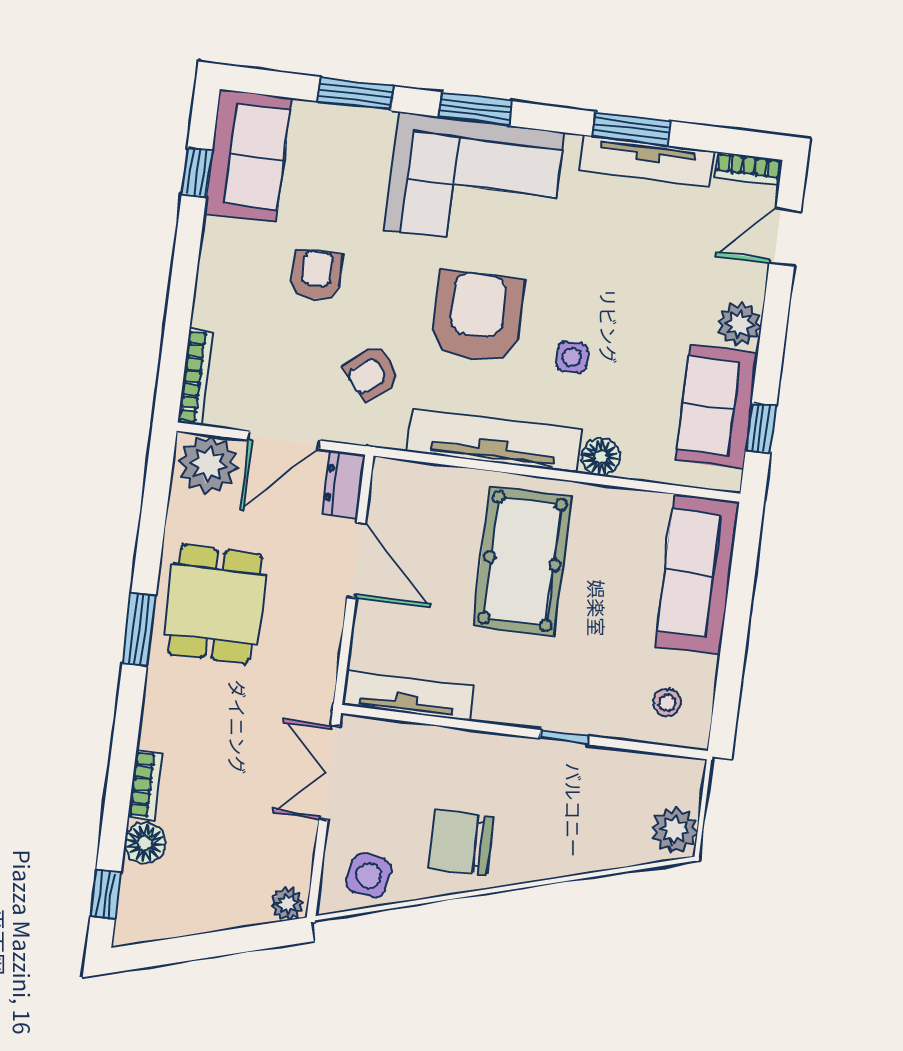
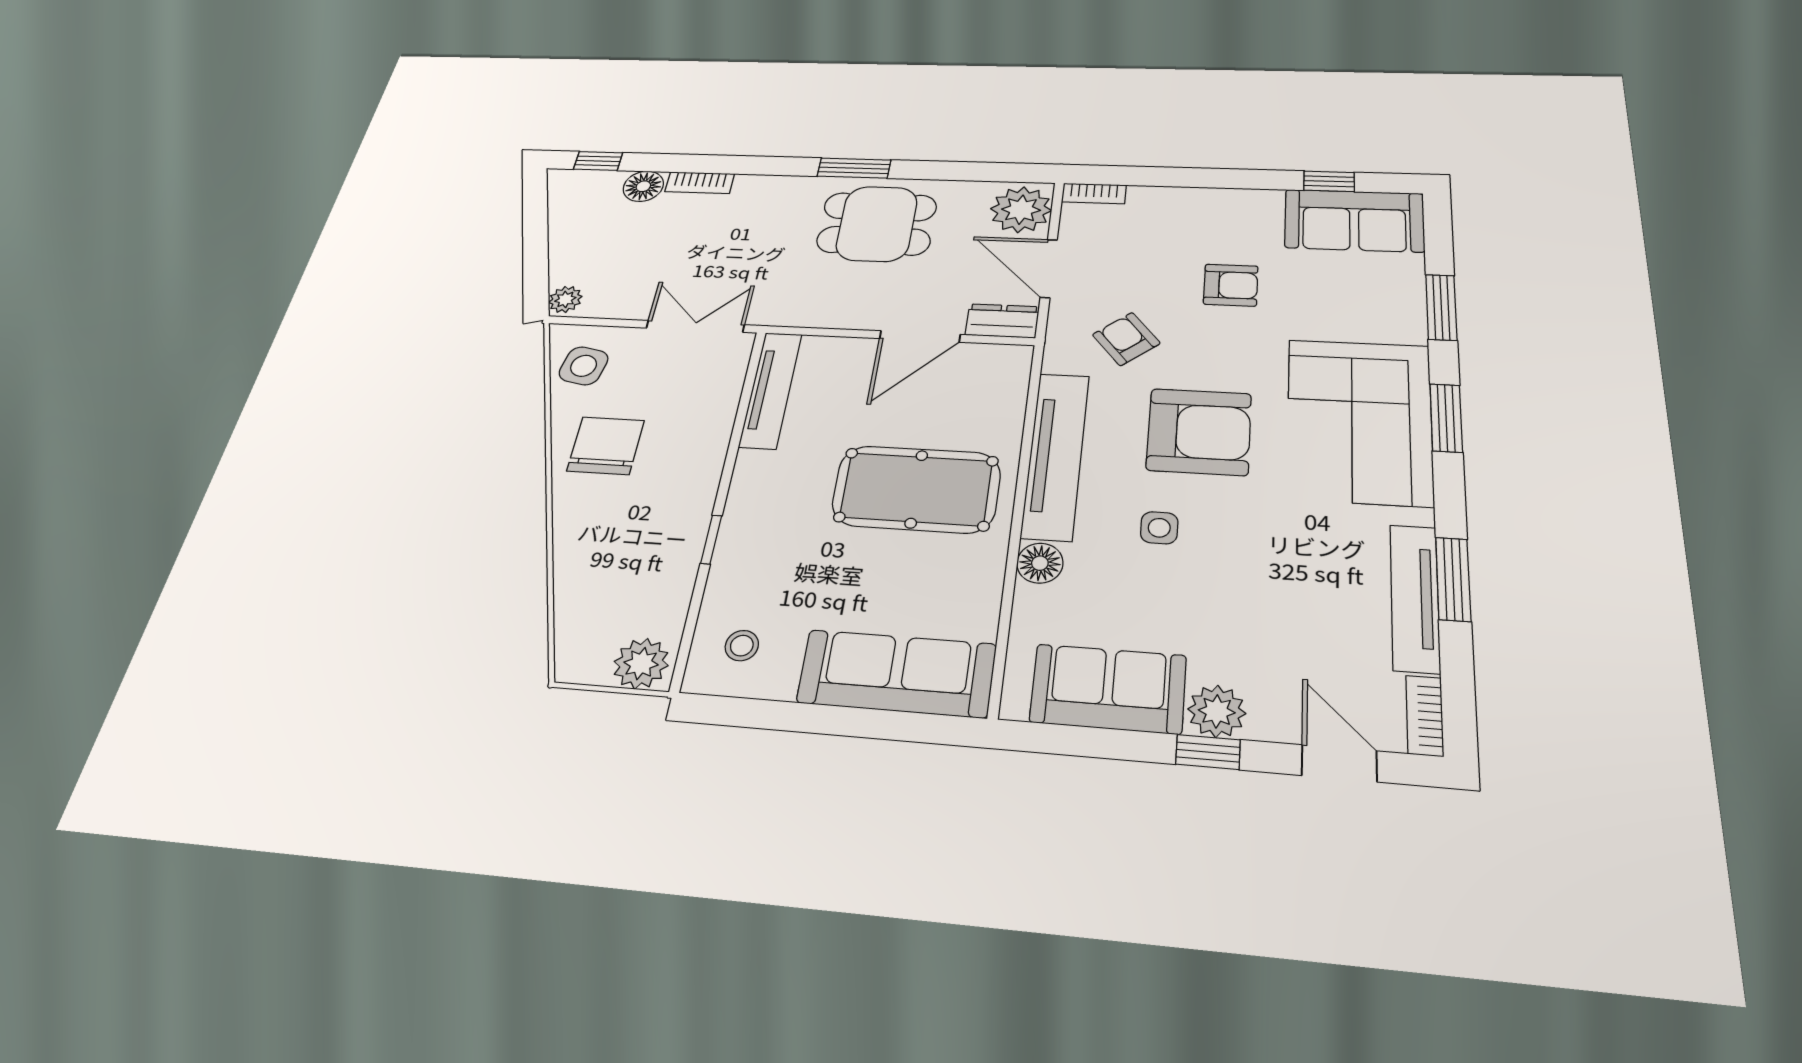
bookcase: (195, 377) -> (1094, 193), width x0.64
window: (761, 428) -> (1208, 752), moved
plant: (675, 830) -> (641, 664), moved

